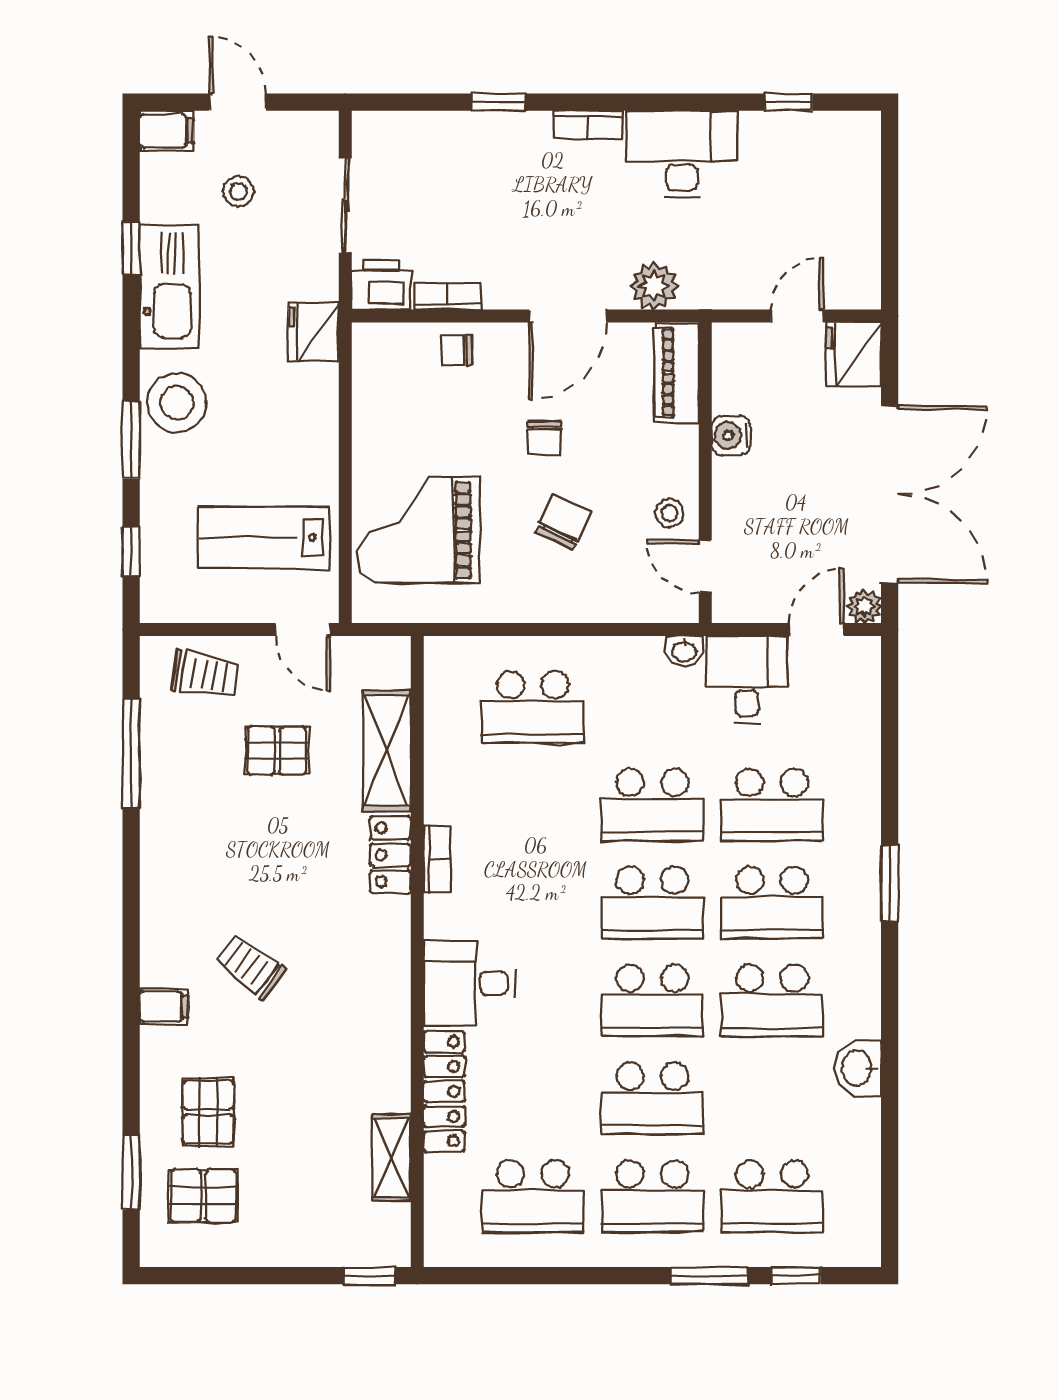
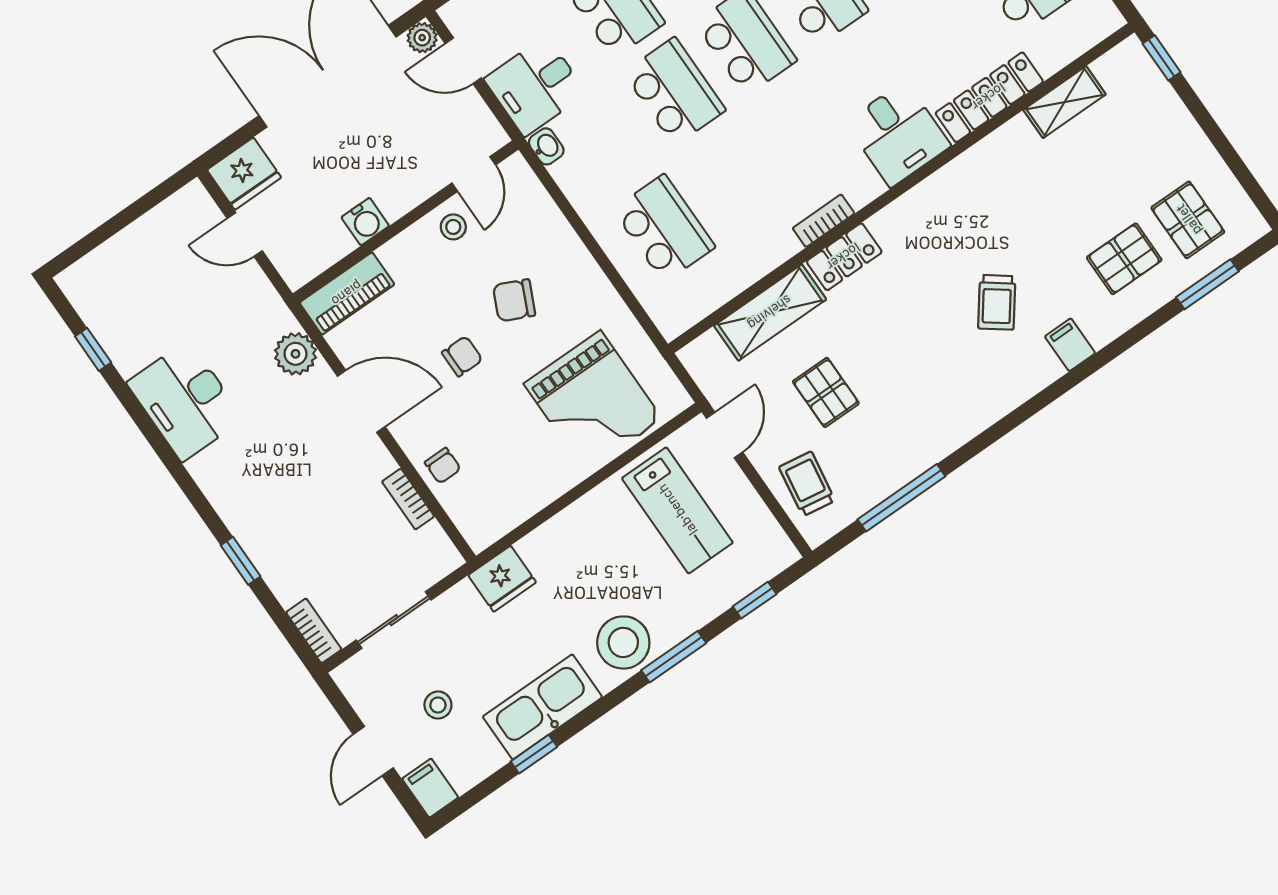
bookcase: (588, 125) -> (314, 631), moved
printer: (381, 285) -> (433, 553), removed

